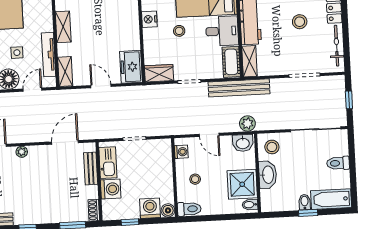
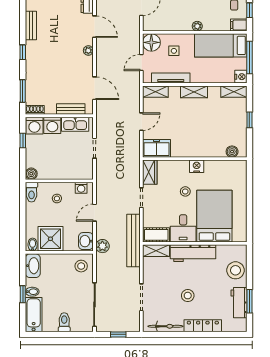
door: (32, 90) -> (141, 63), swing flipped
washbasin: (268, 175) -> (33, 266), moved, turned -90
washing machine: (150, 208) -> (34, 126), moved, turned 90

